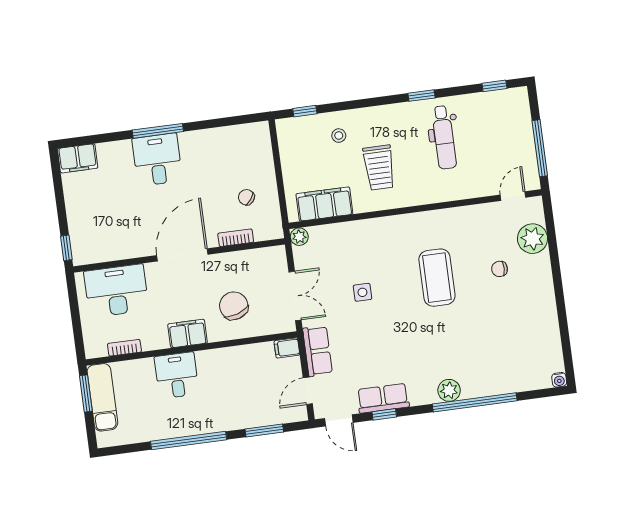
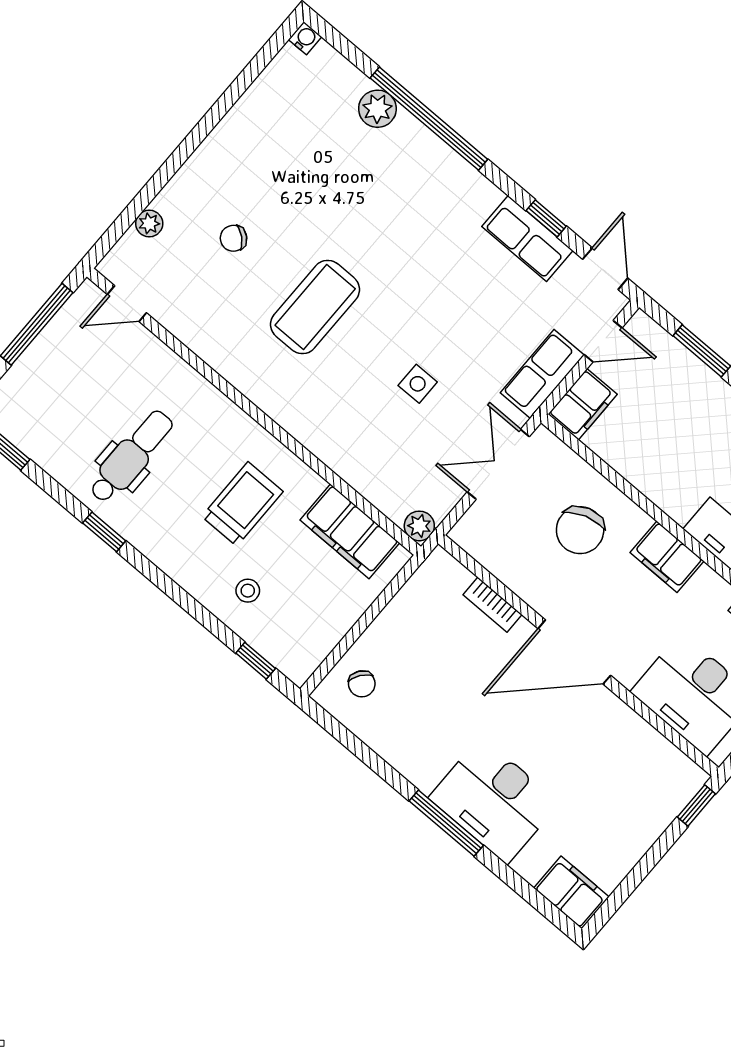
desk: (157, 160) -> (494, 800), width x1.37
chair: (246, 197) -> (362, 684), moved
plant: (533, 239) -> (149, 224), width x0.53, depth x0.53
chair: (500, 269) -> (234, 238), turned 131
filing cabinet: (287, 348) -> (583, 404), width x2.00
plant: (449, 390) -> (377, 109), moved

